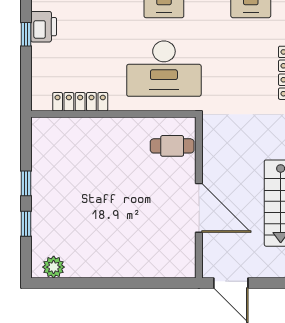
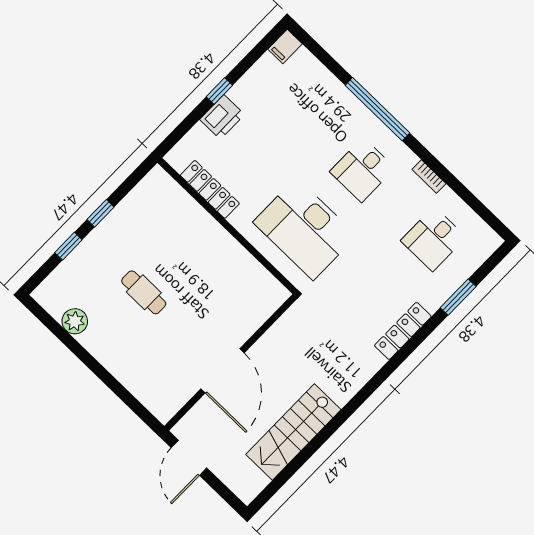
printer: (44, 27) -> (222, 117), moved
cafe table: (172, 146) -> (144, 292), moved
plant: (54, 267) -> (75, 321), moved

